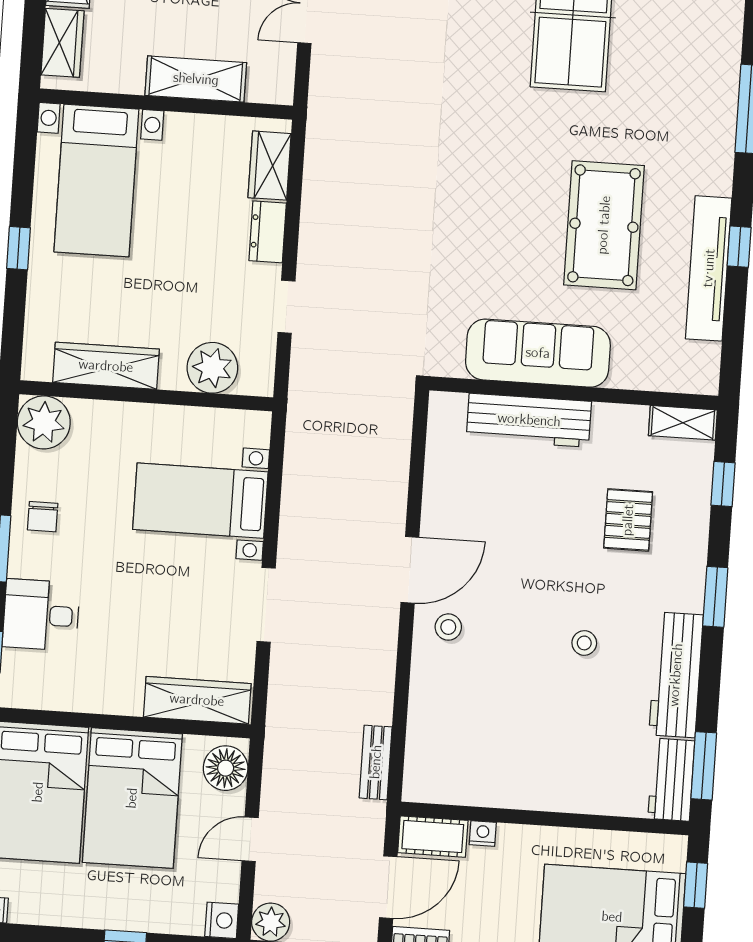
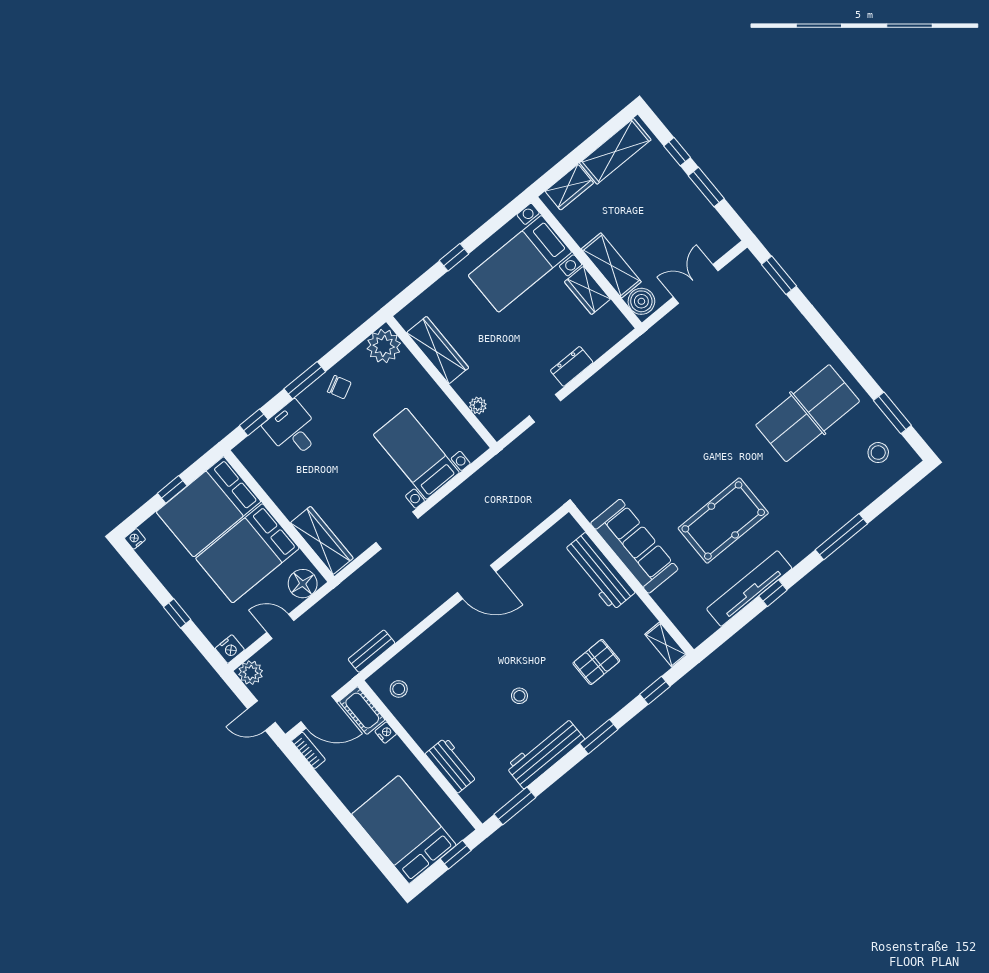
boiler: (269, 83) -> (641, 301), added
wardrobe: (270, 166) -> (587, 290), moved, turned -90
plant: (212, 368) -> (478, 405), width x0.53, depth x0.53
chair: (43, 517) -> (339, 387), turned -117
stool: (448, 627) -> (399, 689), moved
workbench: (671, 780) -> (452, 765), moved, turned 90

